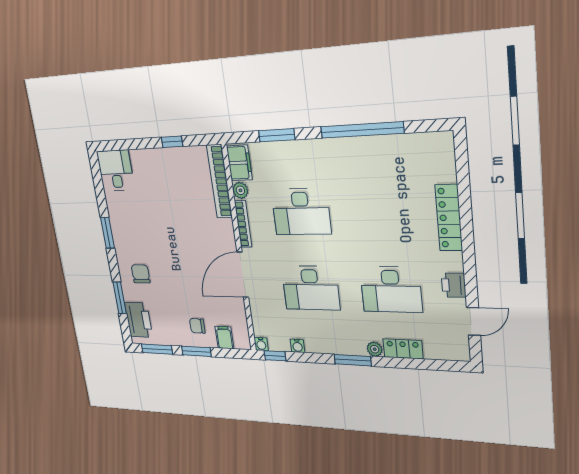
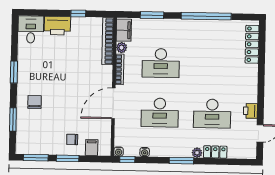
locker: (449, 218) -> (252, 44), moved
printer: (138, 320) -> (57, 26), moved, turned 90

